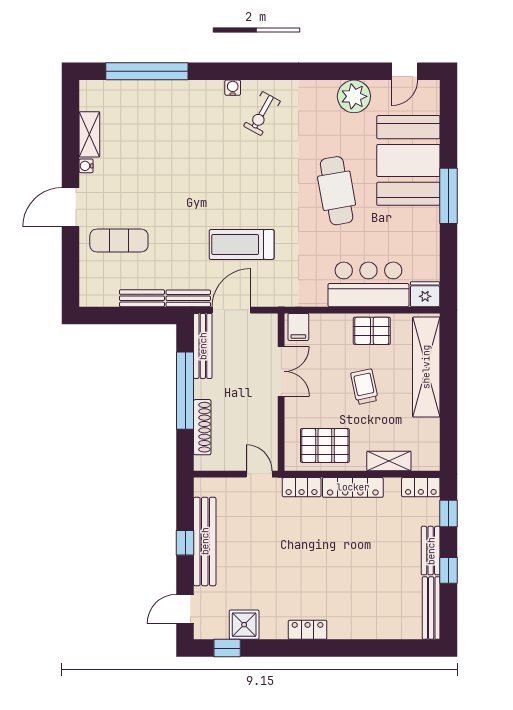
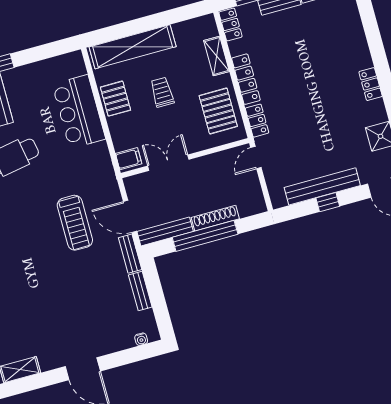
water cooler: (86, 166) -> (141, 339), moved
exercise mat: (119, 241) -> (99, 322), removed
fridge: (425, 294) -> (74, 64), removed
trolley: (364, 387) -> (162, 92), turned 102
shoe rack: (202, 427) -> (215, 218), moved

